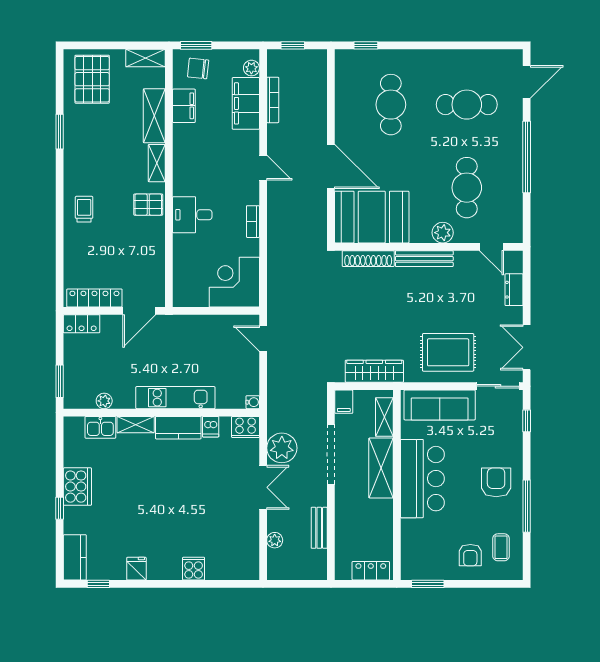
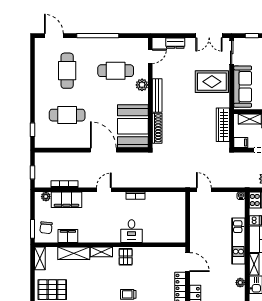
door: (331, 166) -> (103, 150), hinge flipped
corner desk: (234, 282) -> (171, 207), removed
door: (263, 339) -> (204, 190), swing flipped
rug: (448, 352) -> (212, 82), turned 90

